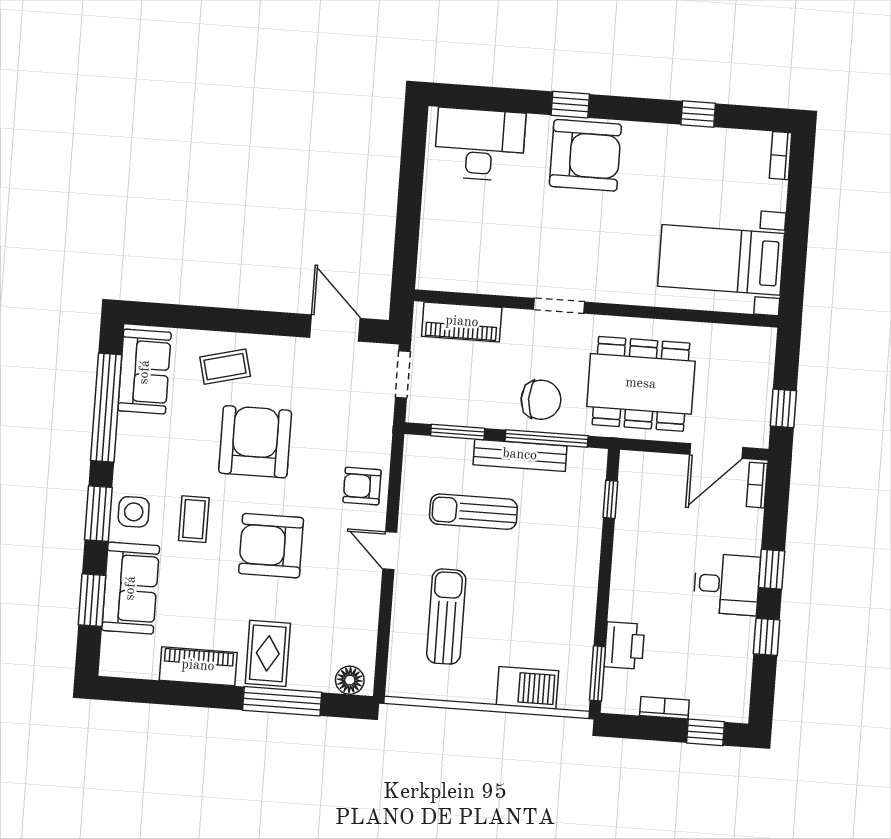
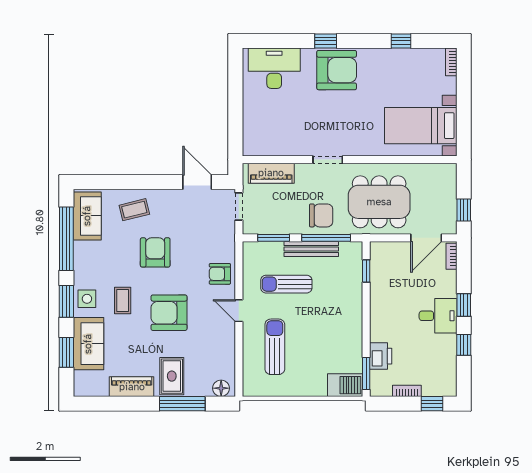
armchair: (255, 442) -> (155, 252), width x0.73, depth x0.73
barbecue: (527, 688) -> (345, 385), moved

